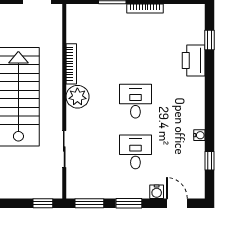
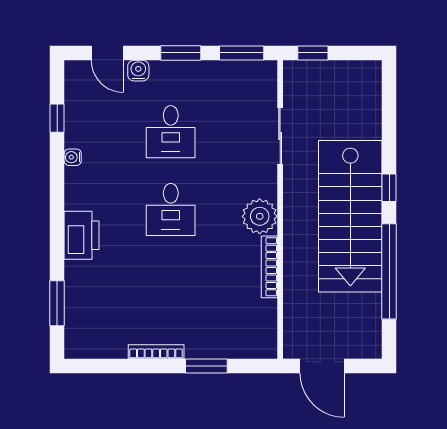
window: (210, 40) -> (57, 303), width x1.50
printer: (194, 60) -> (81, 235), moved

